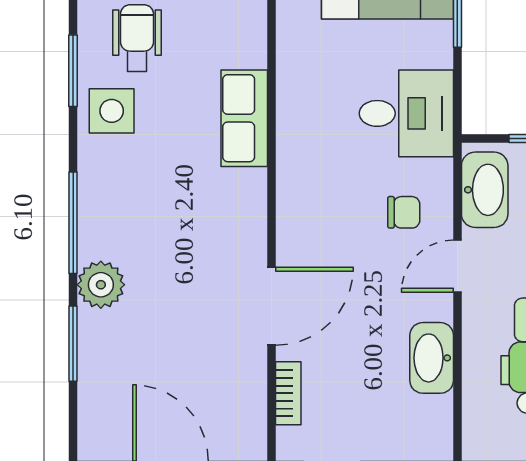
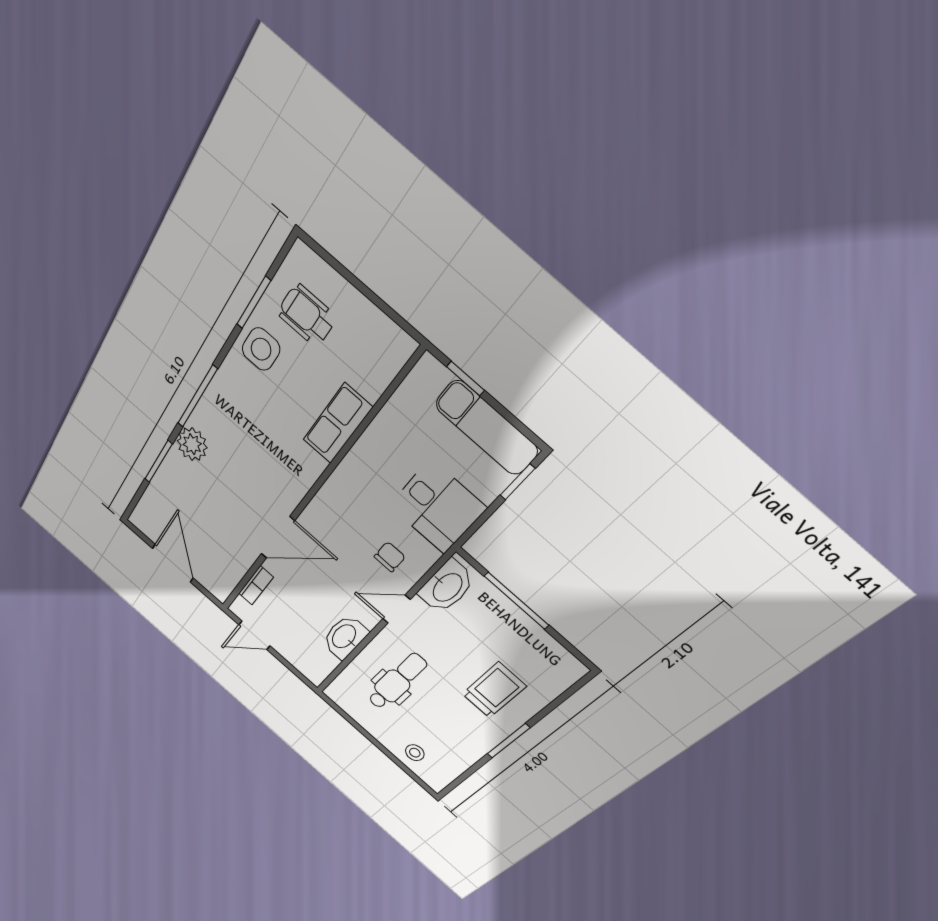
wheelchair: (137, 38) -> (307, 315), turned -90
chair: (404, 212) -> (390, 557), turned -90

